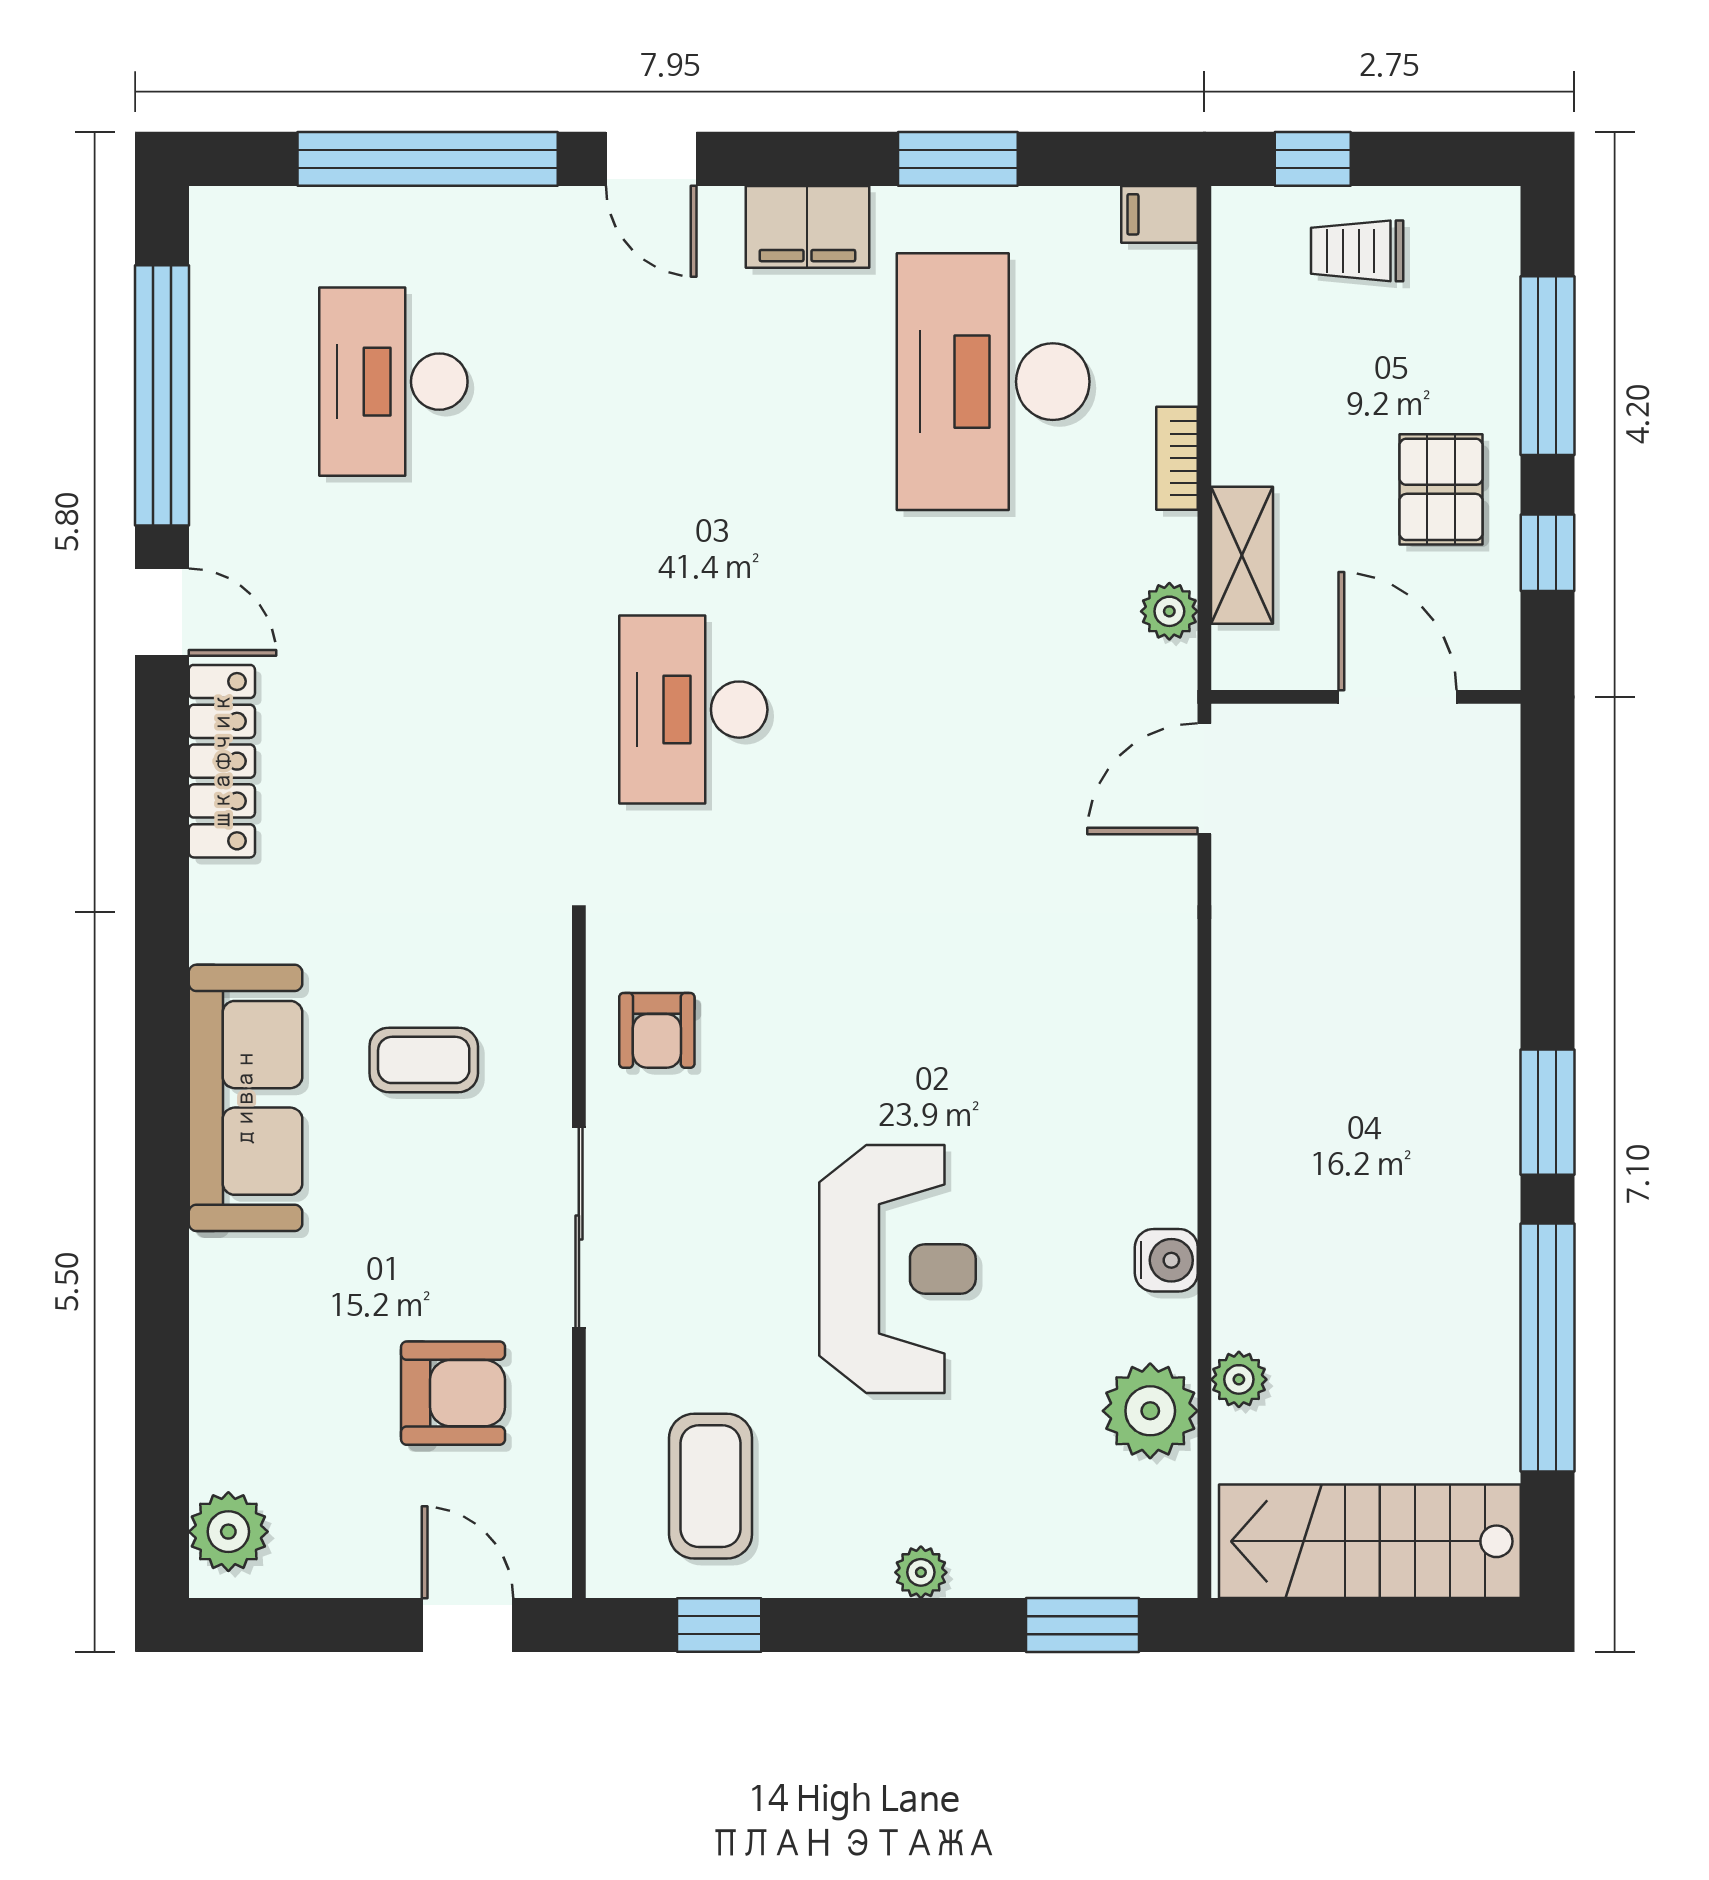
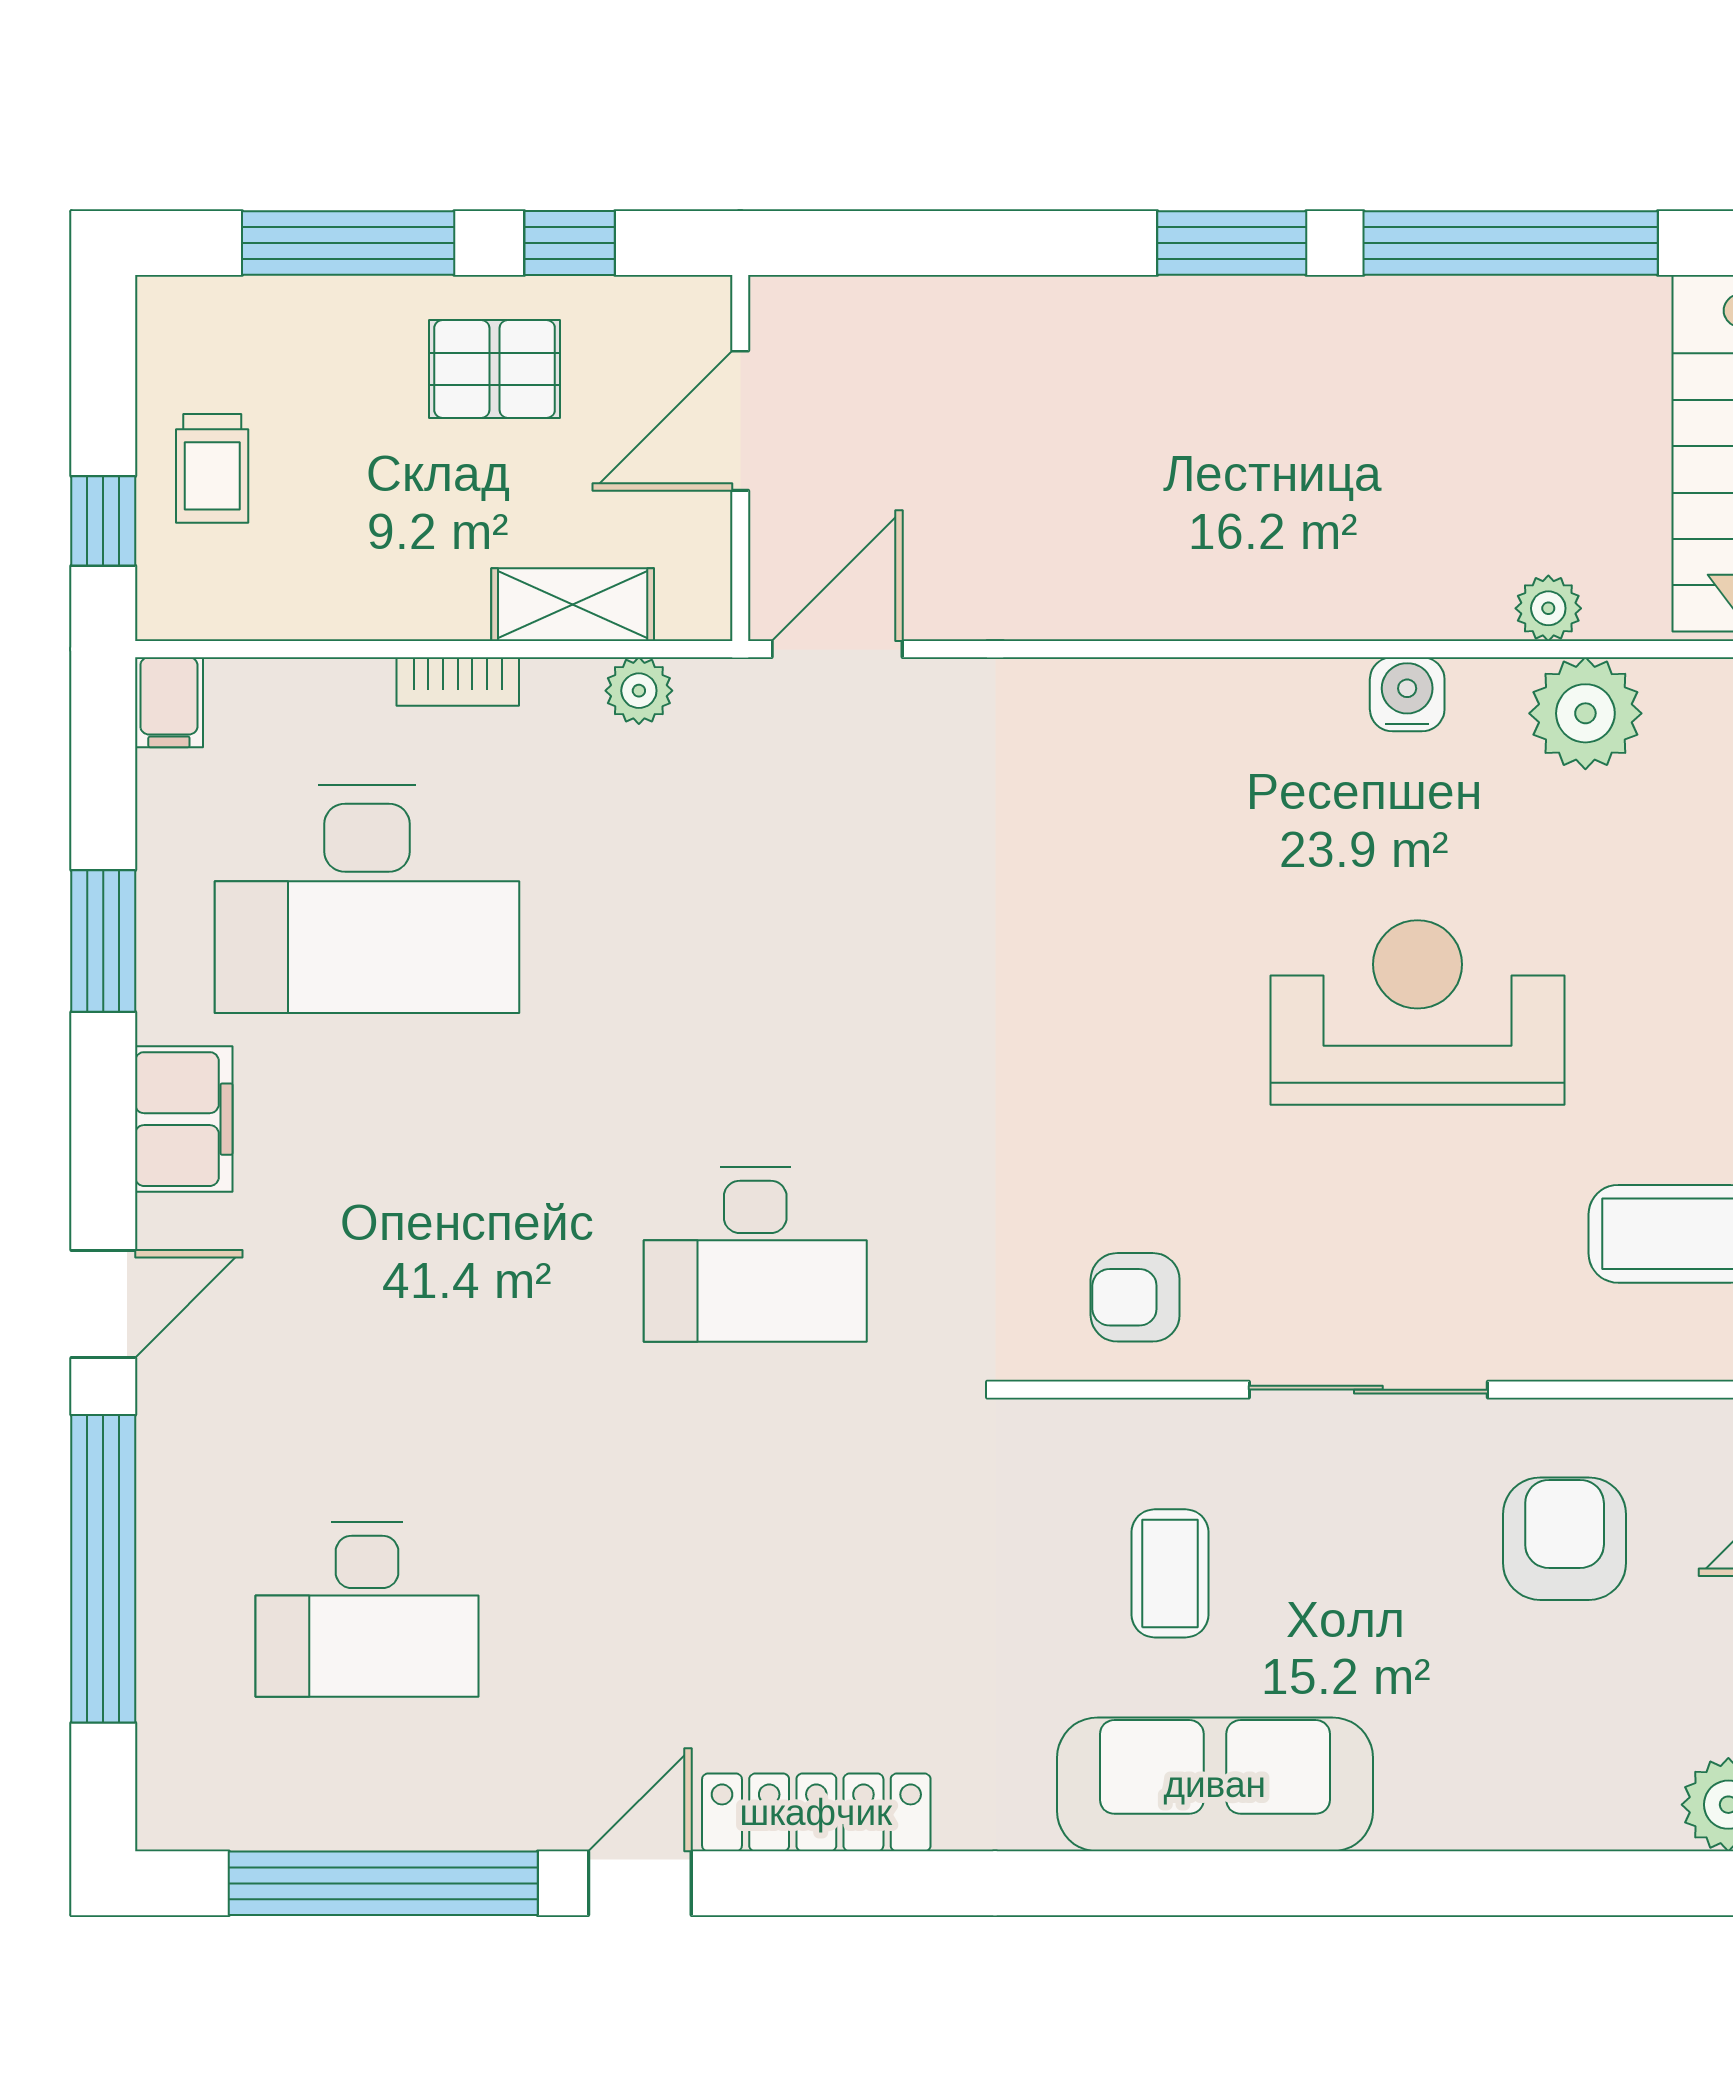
door: (1204, 779) -> (837, 649), swing flipped
armchair: (657, 1030) -> (1135, 1297), turned 180

